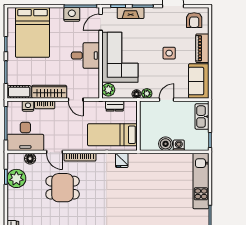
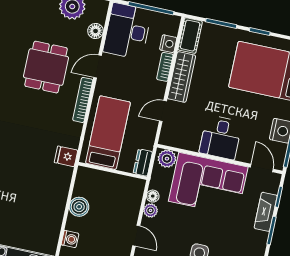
wall: (138, 126) -> (113, 171), moved
bed: (112, 135) -> (108, 133), moved
boiler: (166, 144) -> (79, 207), moved

